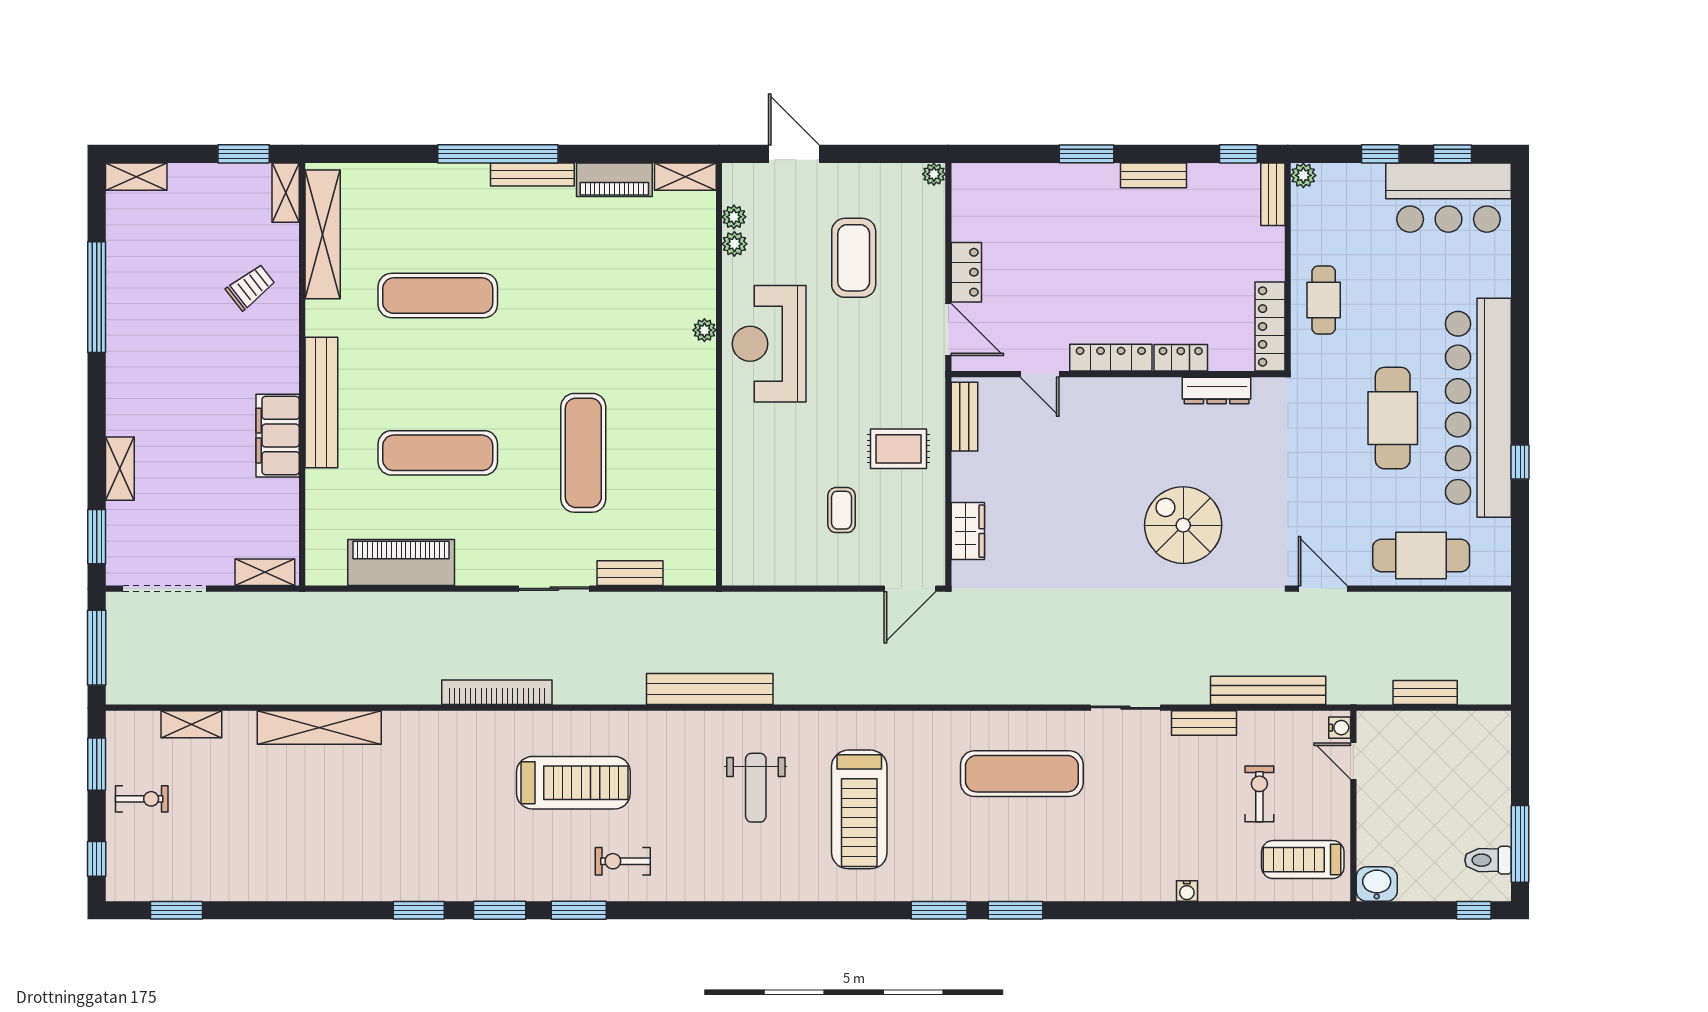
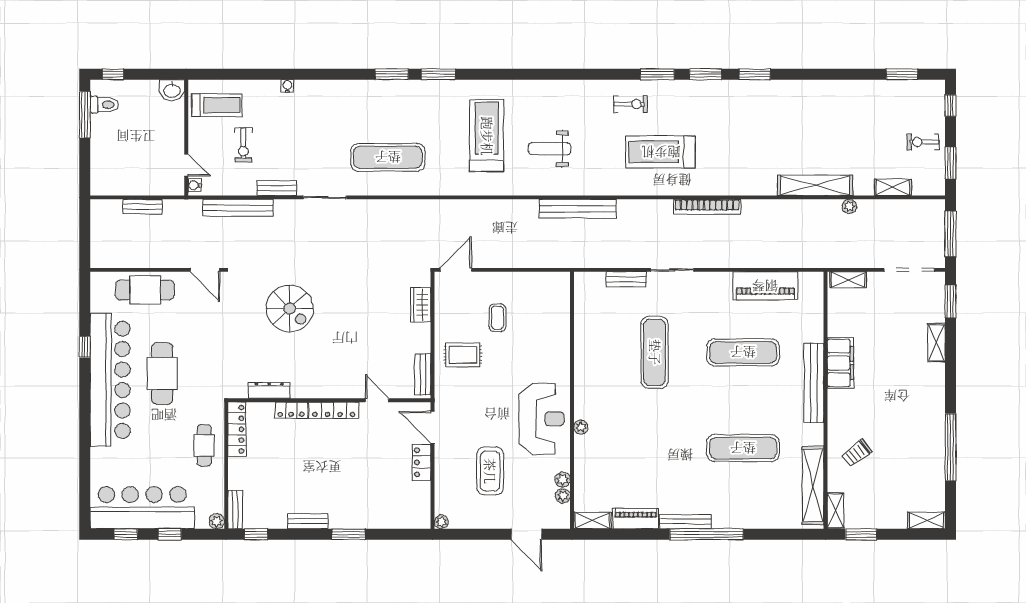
bar counter: (1448, 198) -> (142, 508), width x1.36
plant: (263, 693) -> (849, 206), added
weight bench: (756, 788) -> (550, 149), turned -90

